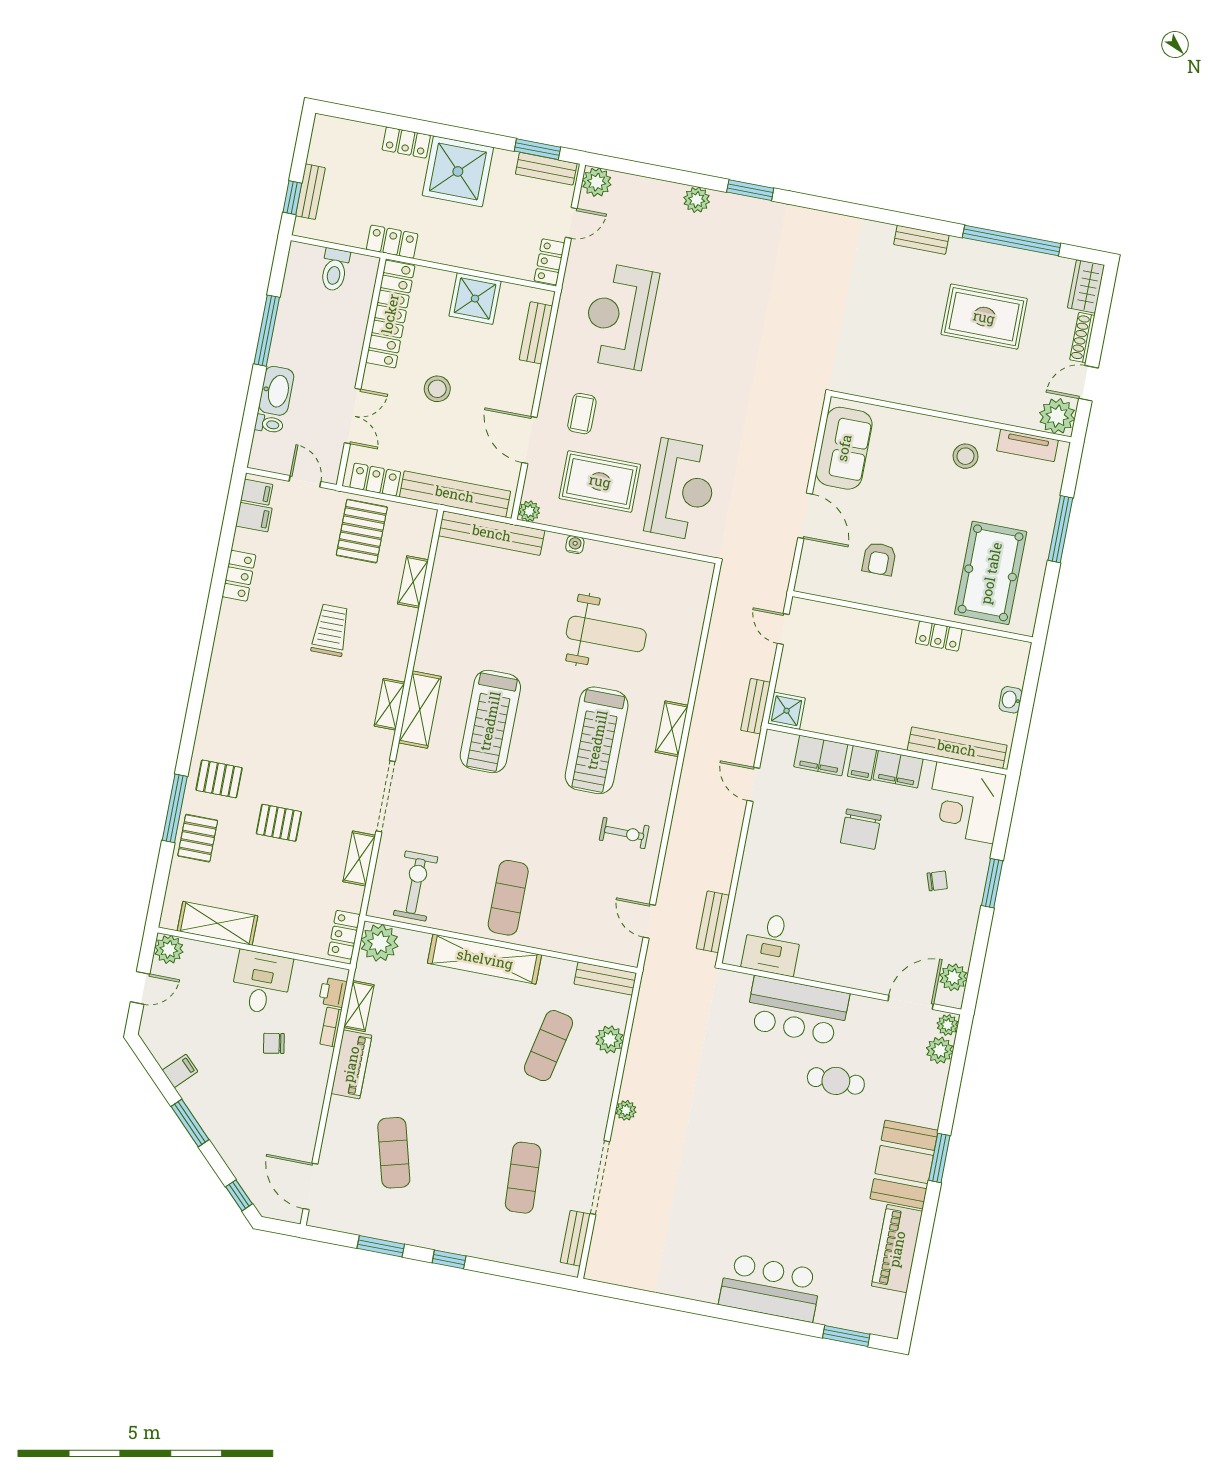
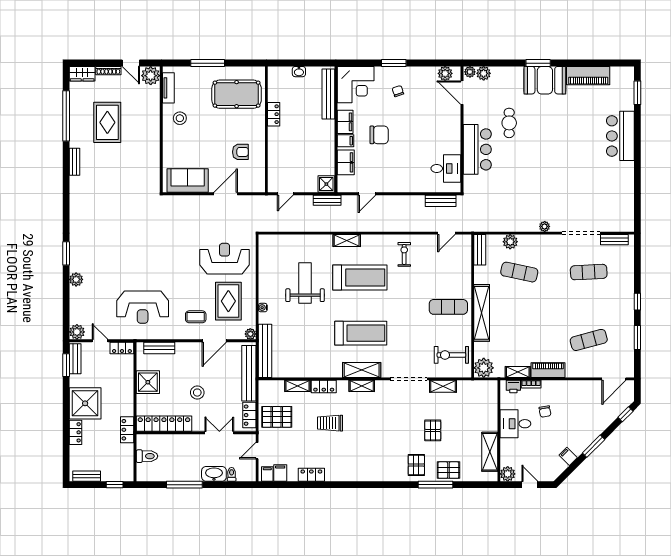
bench: (310, 192) -> (87, 476), moved
locker: (344, 935) -> (324, 386), moved

